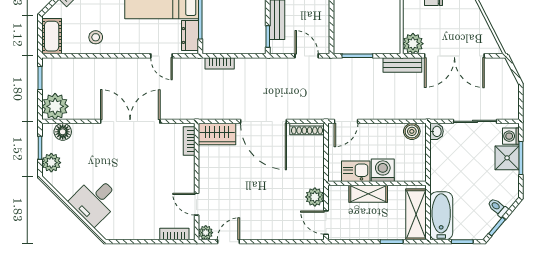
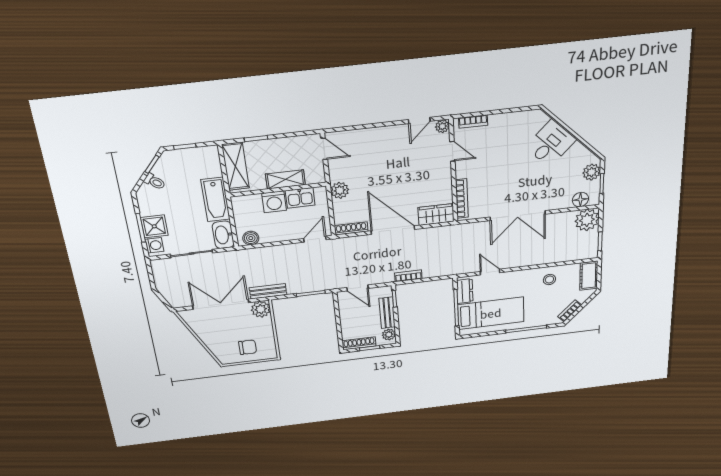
bookcase: (220, 63) -> (408, 276), moved
washbasin: (436, 131) -> (223, 235), width x1.91, depth x1.45
bookcase: (189, 141) -> (462, 199), width x1.56
plant: (315, 197) -> (340, 190), moved
bathtub: (441, 216) -> (215, 199), moved

